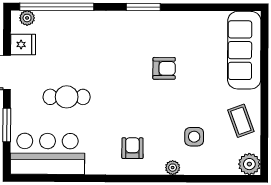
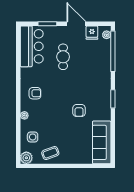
sofa: (244, 50) -> (102, 142), moved, turned -90
side table: (194, 137) -> (33, 137), moved

